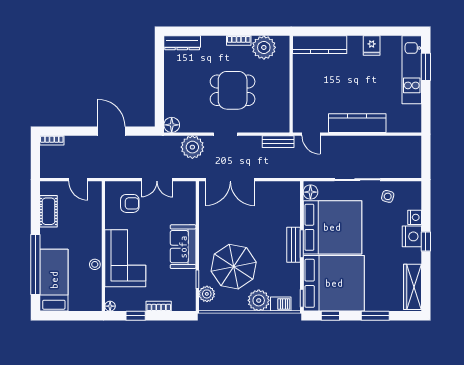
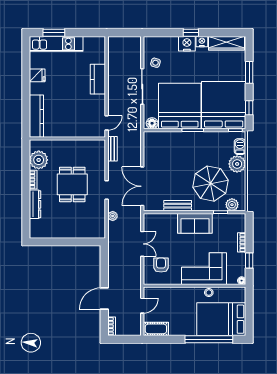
dresser: (182, 43) -> (35, 204), moved
kitchen counter: (357, 123) -> (98, 79), width x0.67
floor lamp: (172, 125) -> (99, 232), removed
door: (112, 131) -> (104, 299), moved
plant: (192, 147) -> (113, 216), width x0.53, depth x0.53
double door: (230, 180) -> (142, 186), swing flipped
cot: (49, 211) -> (156, 329), moved
nightstand: (415, 217) -> (202, 42), moved
bench: (294, 245) -> (178, 206), moved
bed: (54, 280) -> (221, 319), width x1.50

